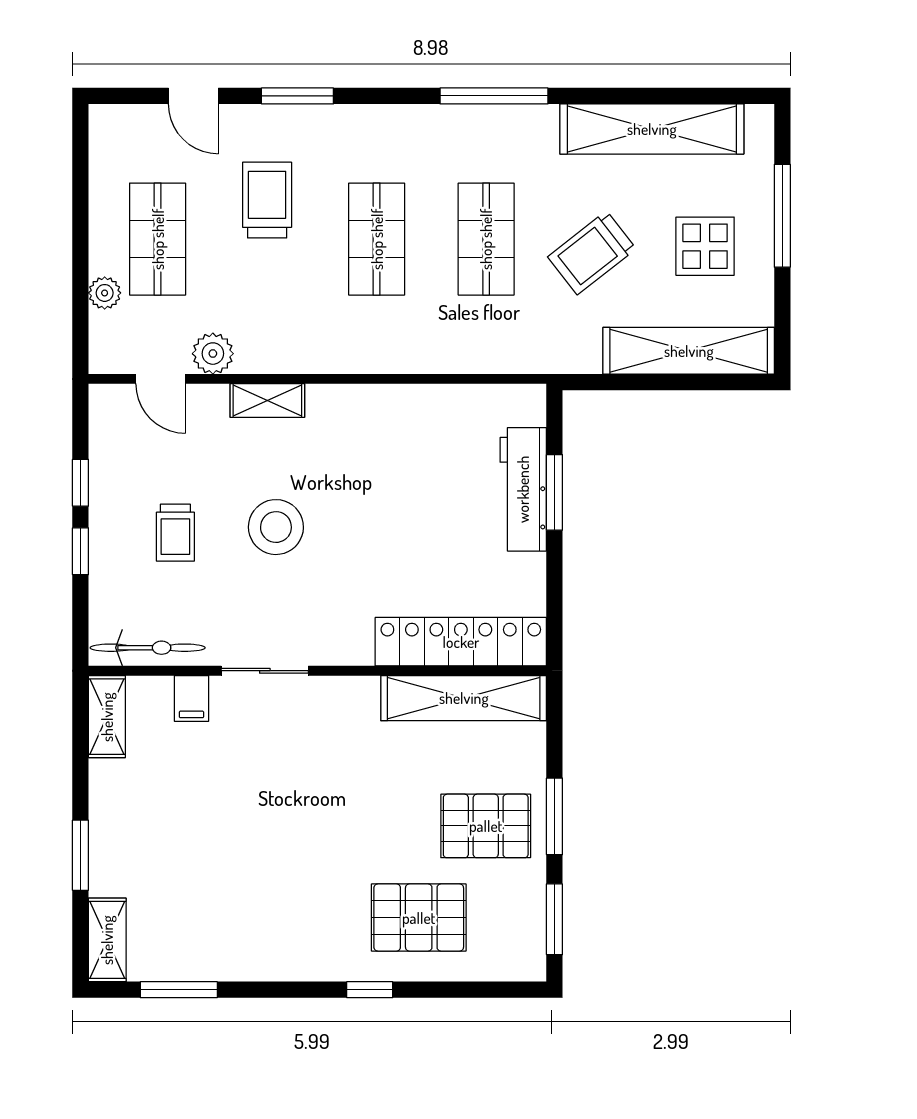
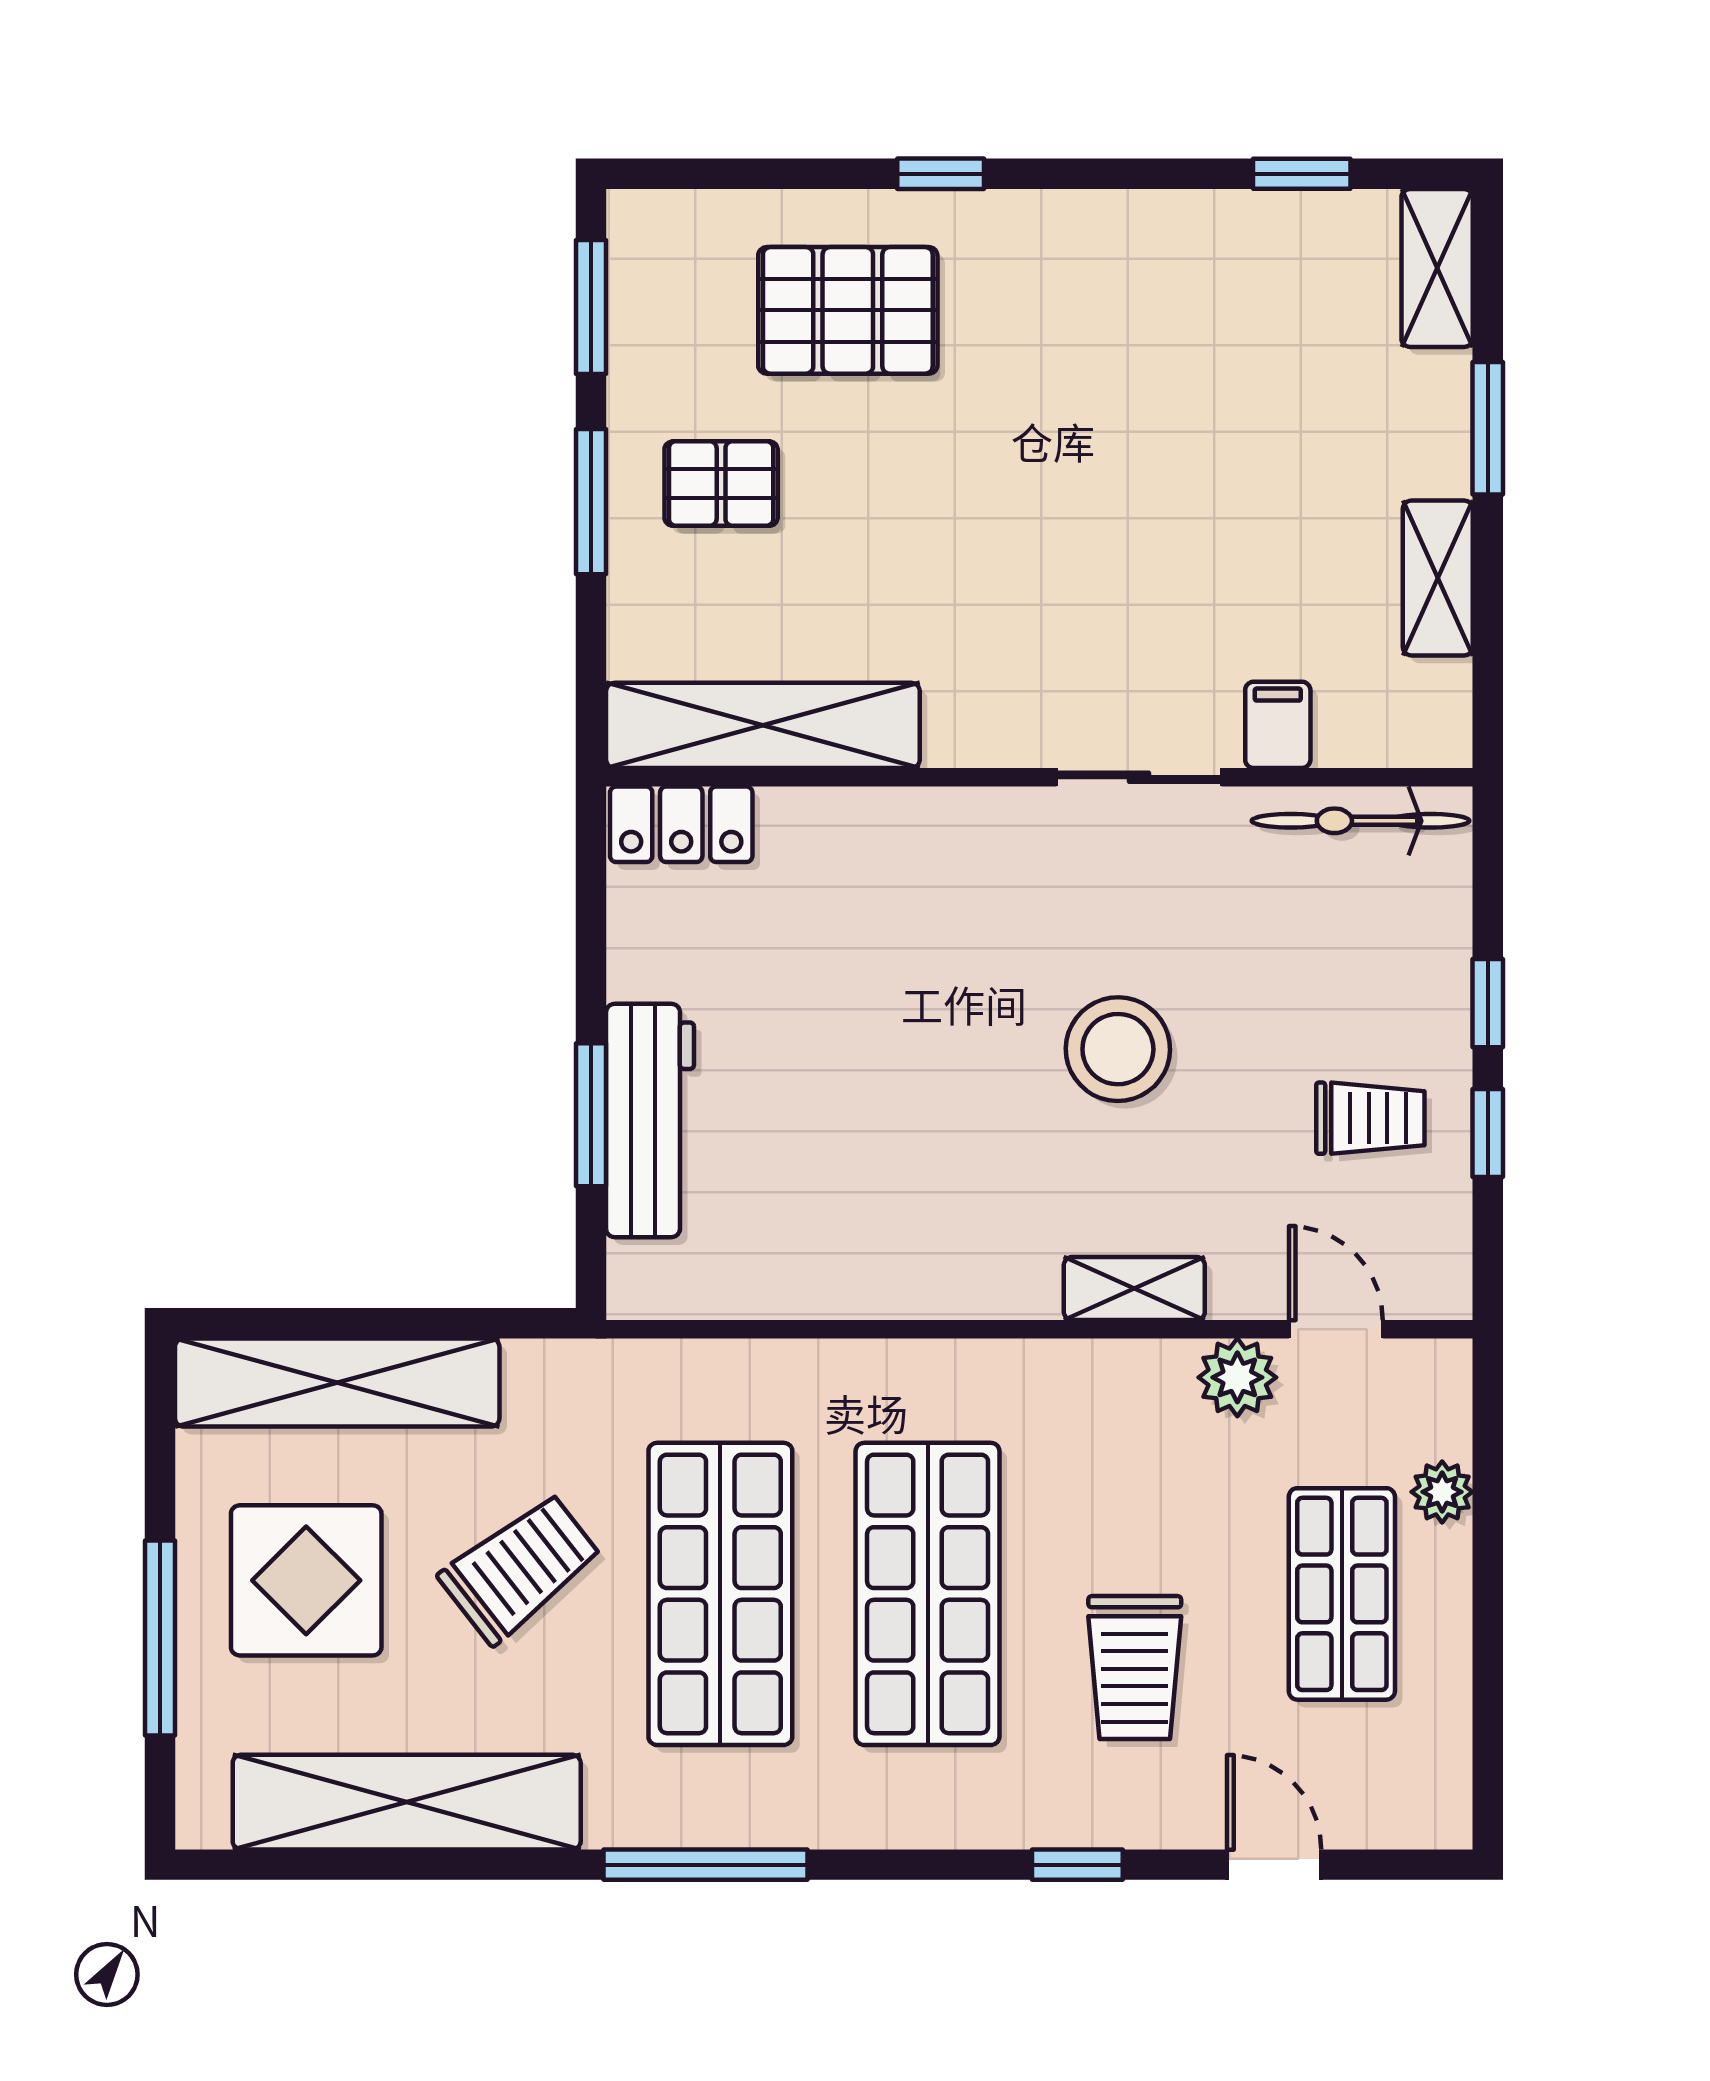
window: (297, 96) -> (1077, 1865), width x0.67
shop shelf: (377, 239) -> (928, 1594), width x1.43, depth x1.36
shop shelf: (486, 239) -> (720, 1594), width x1.43, depth x1.36
display table: (705, 246) -> (306, 1580), width x1.36, depth x1.36
trolley: (175, 533) -> (1370, 1118), moved, turned 90
locker: (461, 642) -> (681, 824), width x0.46, depth x0.83
shelving: (107, 717) -> (1438, 578), moved
pallet: (486, 826) -> (721, 484), width x0.67, depth x0.71
window: (179, 990) -> (1302, 174), width x0.67

